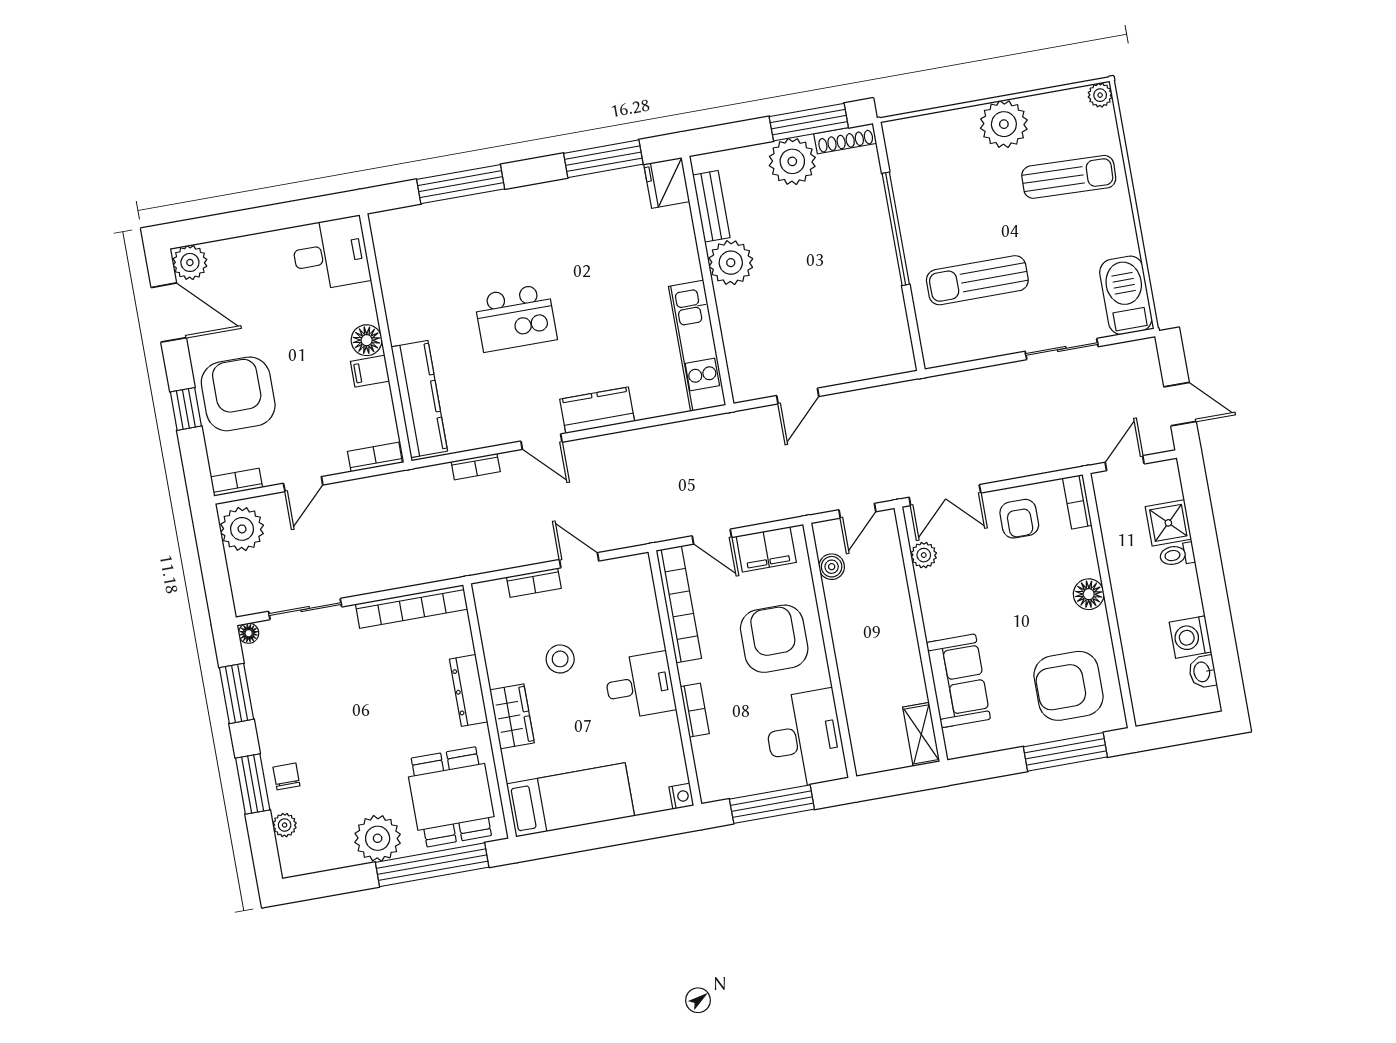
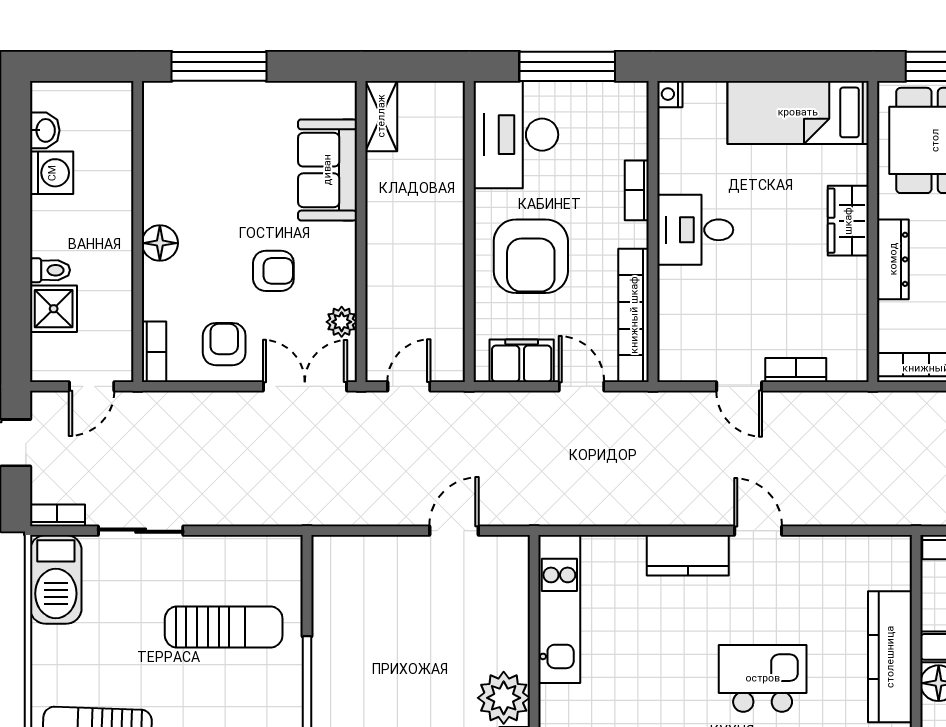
kitchen counter: (419, 399) -> (890, 657), moved
bookcase: (476, 467) -> (57, 515), moved
boiler: (832, 567) -> (450, 327), removed
stool: (560, 659) -> (781, 277), removed
armchair: (1069, 686) -> (273, 271), moved, width x0.53, depth x0.53

